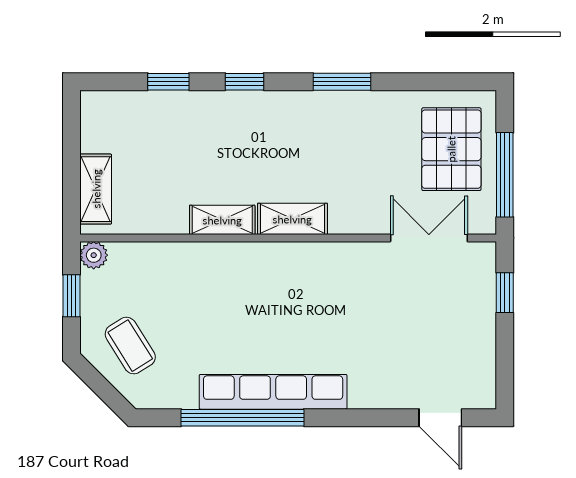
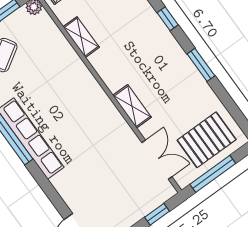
shelving: (292, 219) -> (132, 106), moved
shelving: (222, 220) -> (81, 37), moved

